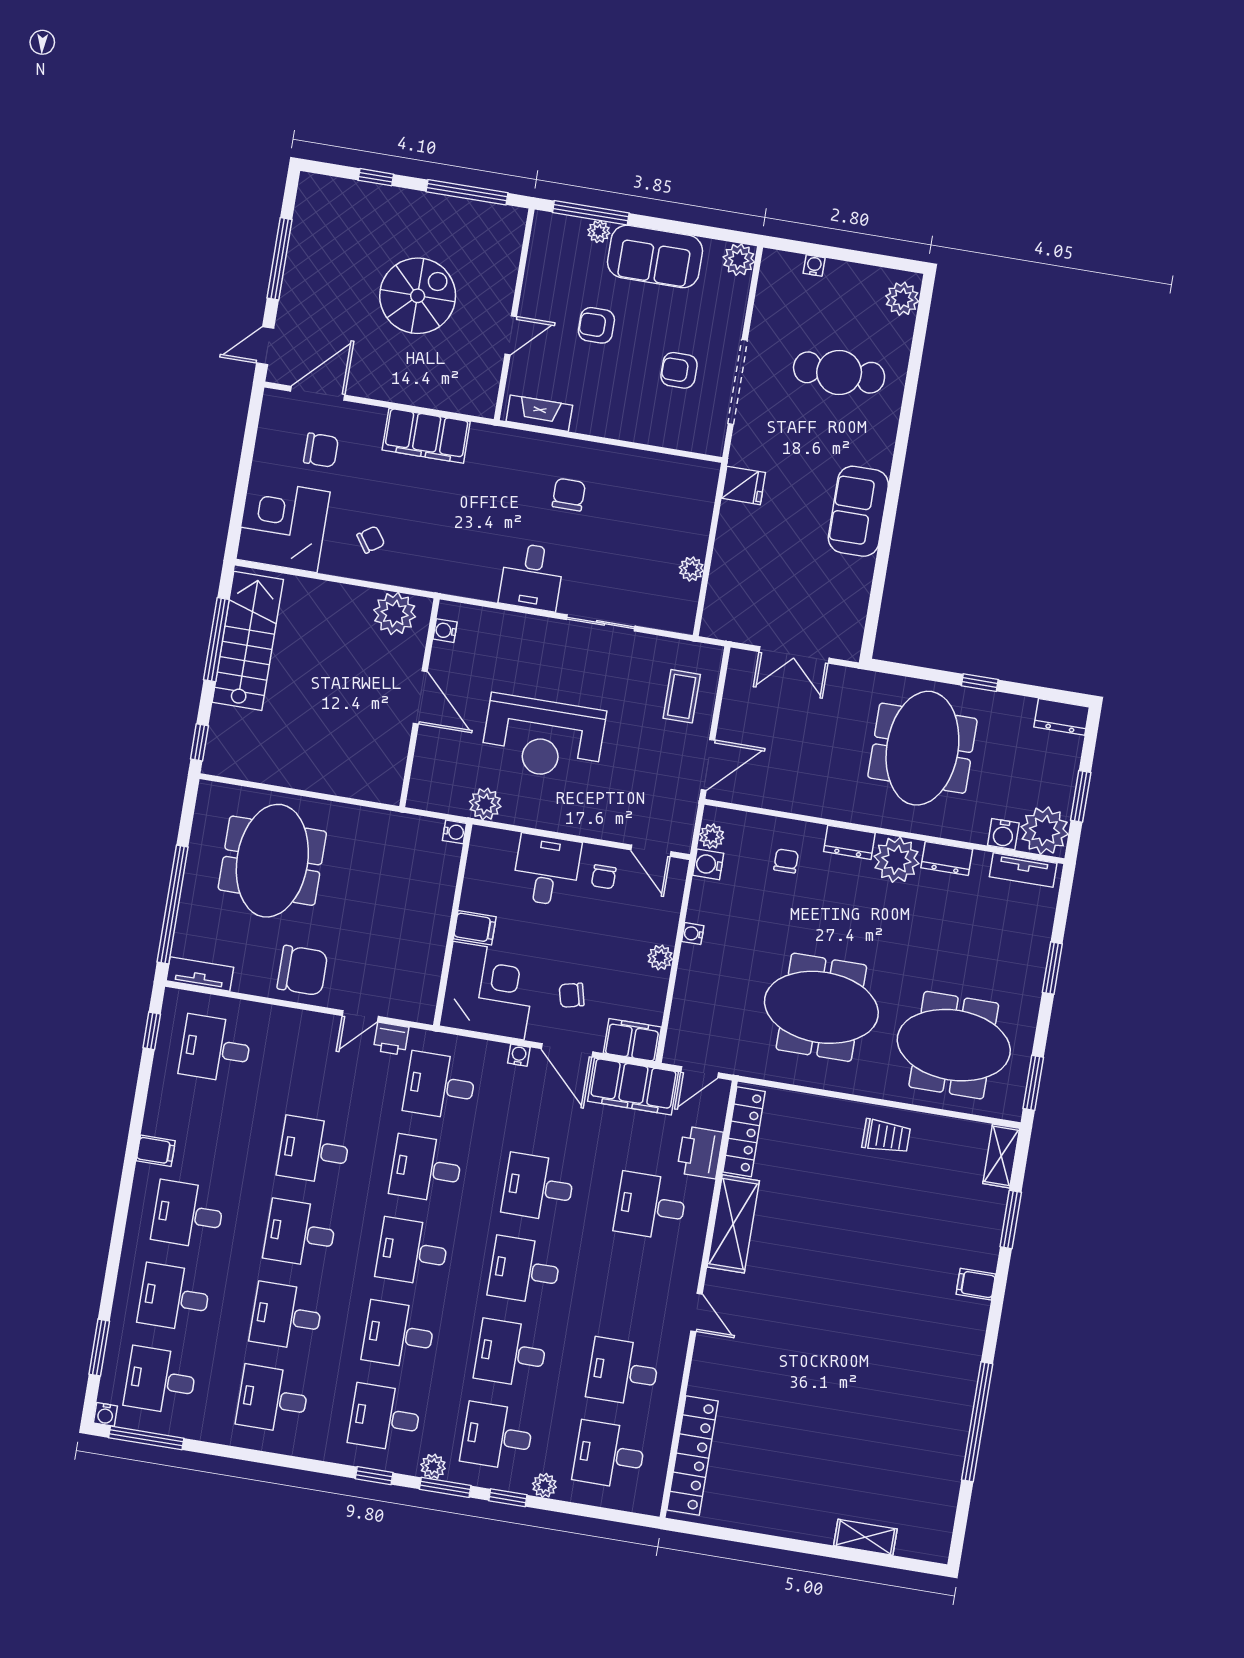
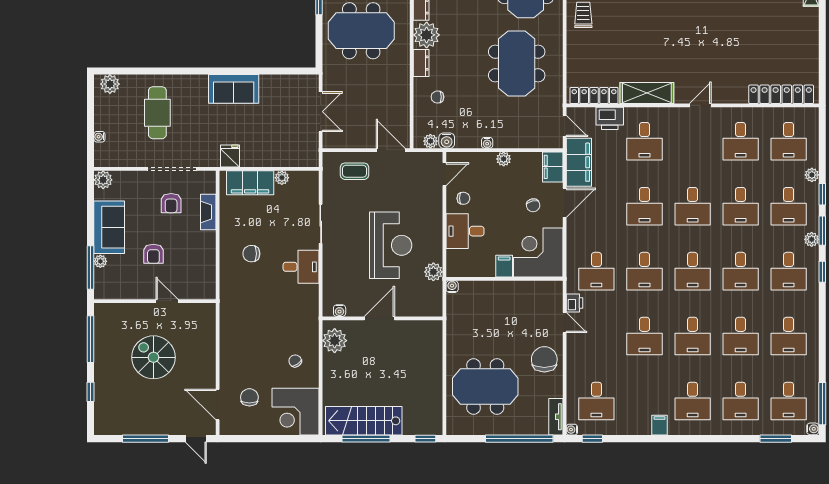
fireplace: (539, 413) -> (208, 212), moved
filing cabinet: (426, 436) -> (250, 183), moved, turned 90
water cooler: (519, 1055) -> (572, 430), moved

